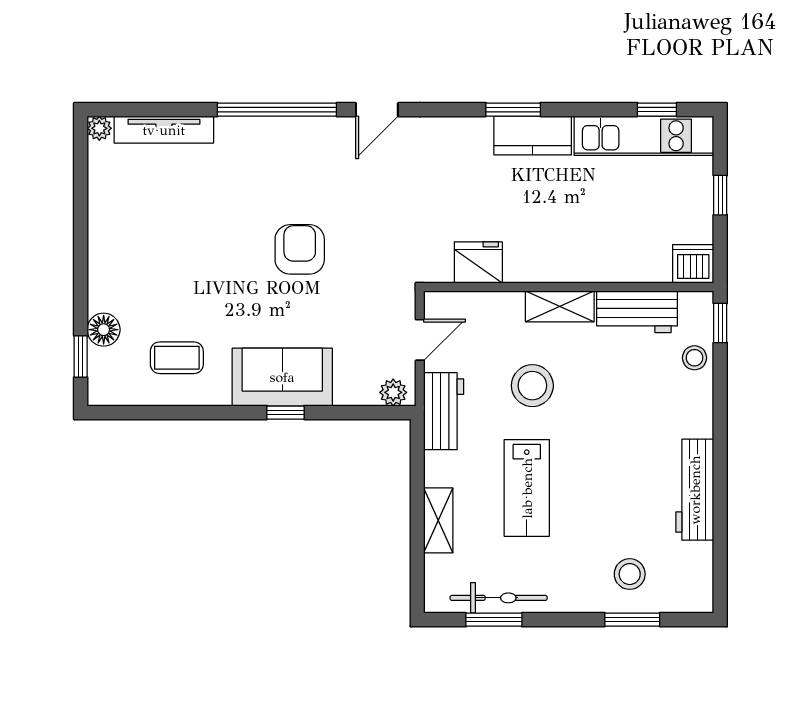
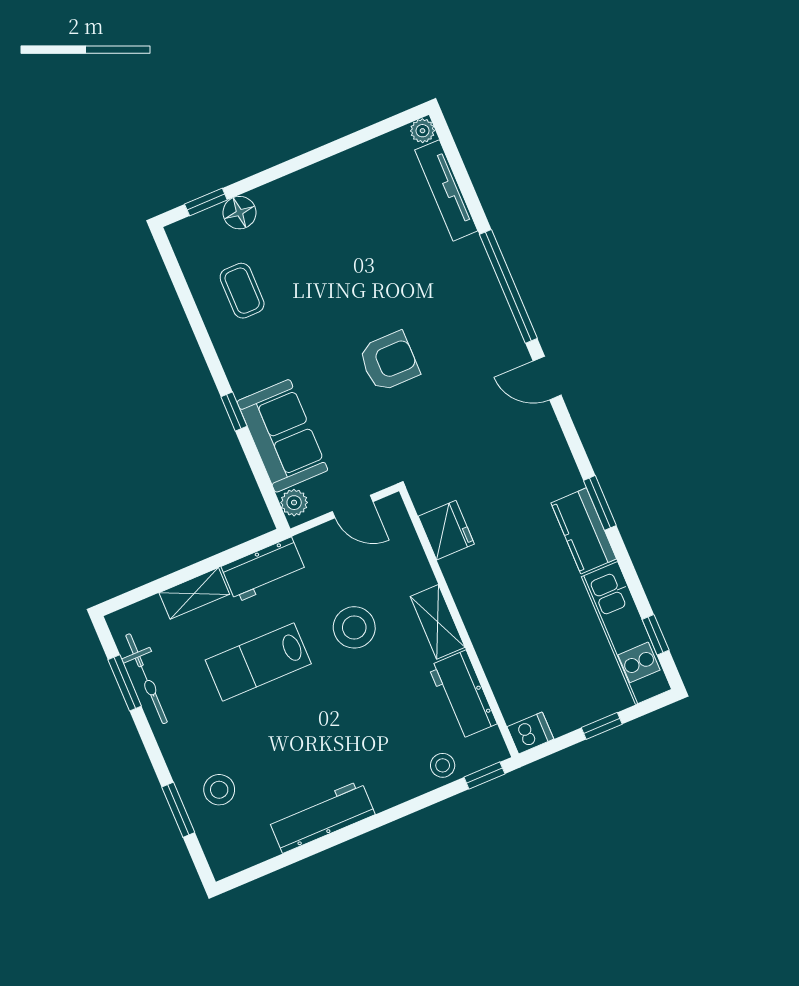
dishwasher: (693, 264) -> (530, 733), width x0.73
sofa: (282, 377) -> (282, 436), moved
workbench: (444, 411) -> (264, 570), moved

